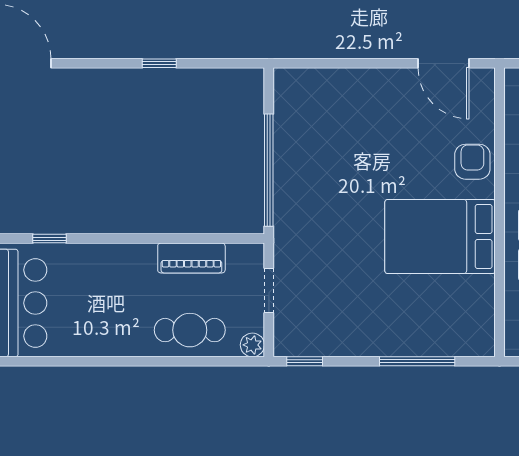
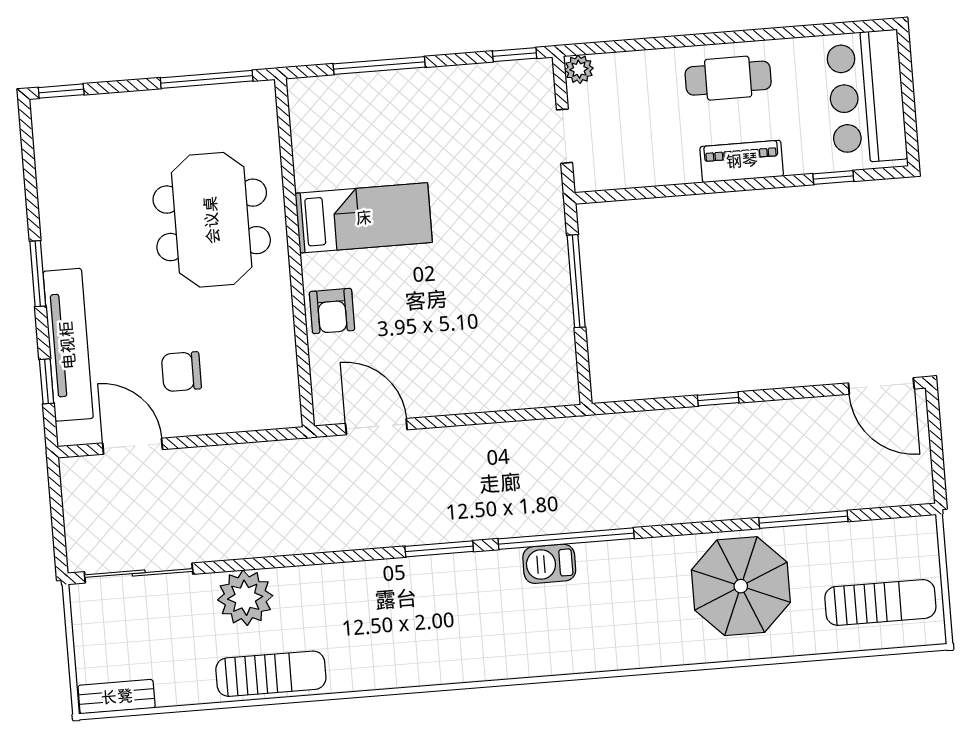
window: (269, 170) -> (576, 281), width x0.68
bed: (440, 237) -> (364, 218), width x0.67
piano: (191, 258) -> (742, 161), moved
cafe table: (190, 330) -> (728, 78), moved

